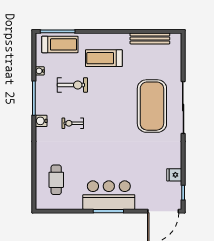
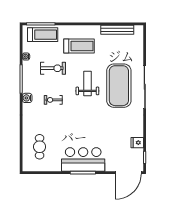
treadmill: (104, 58) -> (79, 46), turned 180
weight bench: (114, 103) -> (87, 84), added

